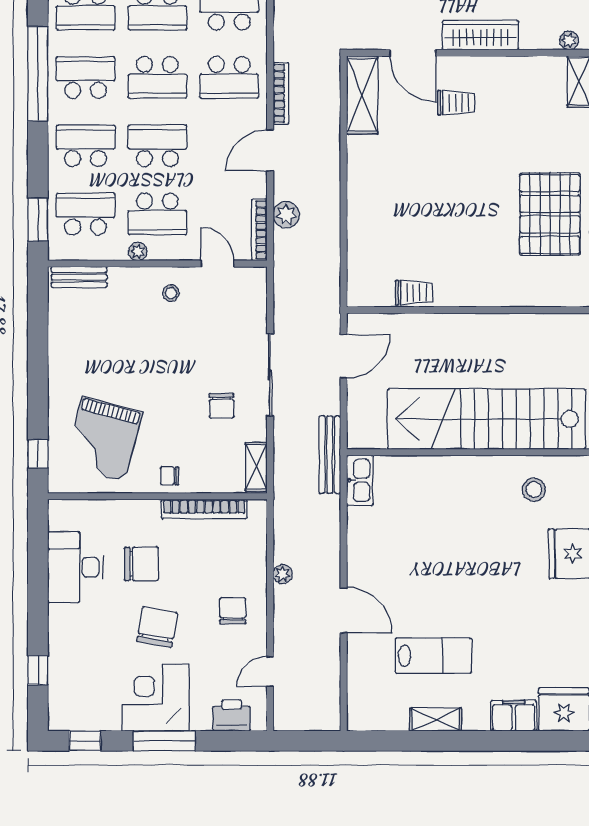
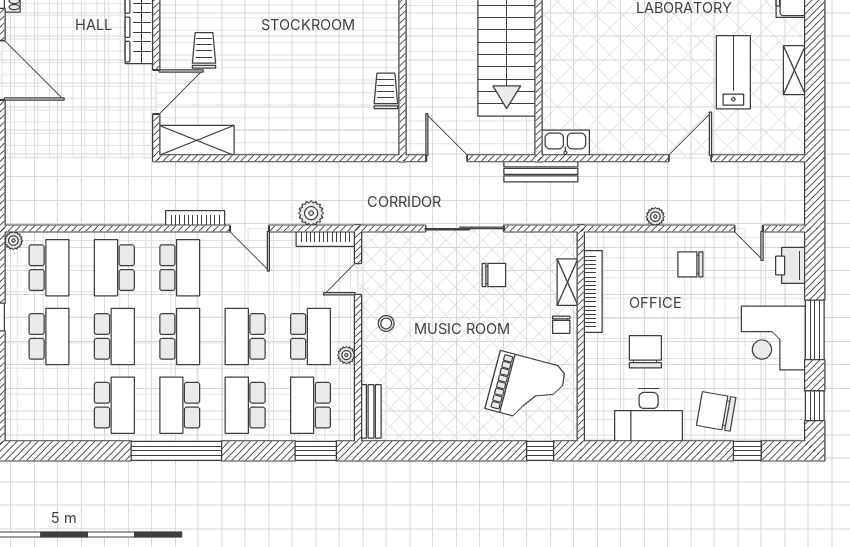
shelving: (256, 467) -> (567, 282), moved, turned 90
chair: (157, 627) -> (716, 411), moved

